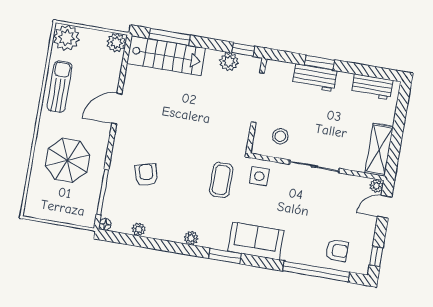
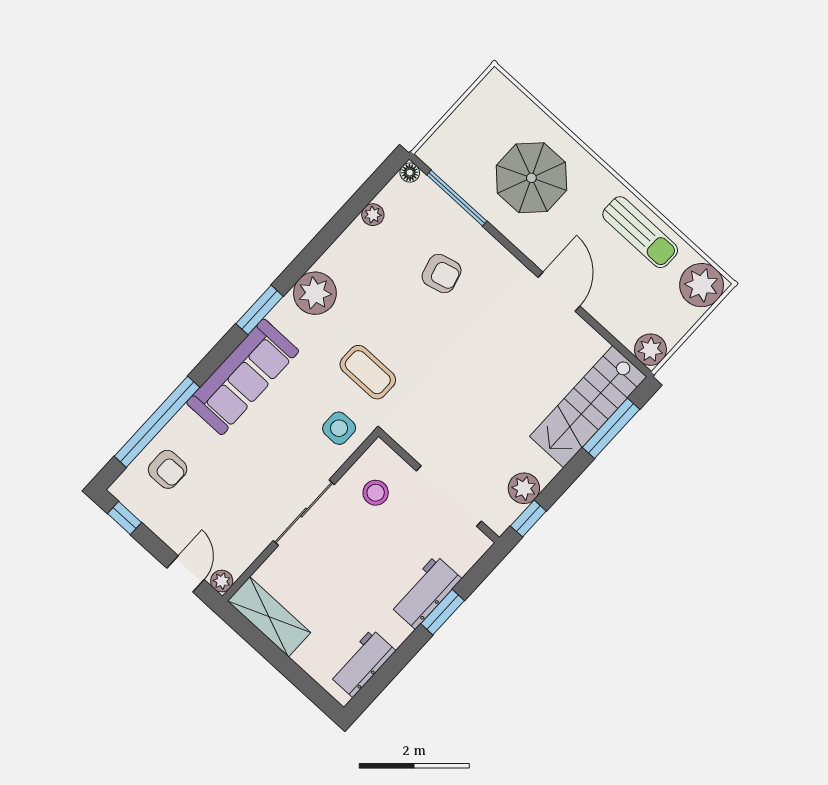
plant: (191, 238) -> (315, 293), width x1.88, depth x1.88
sofa: (256, 241) -> (243, 377), width x1.36
armchair: (337, 250) -> (168, 469), turned -90

